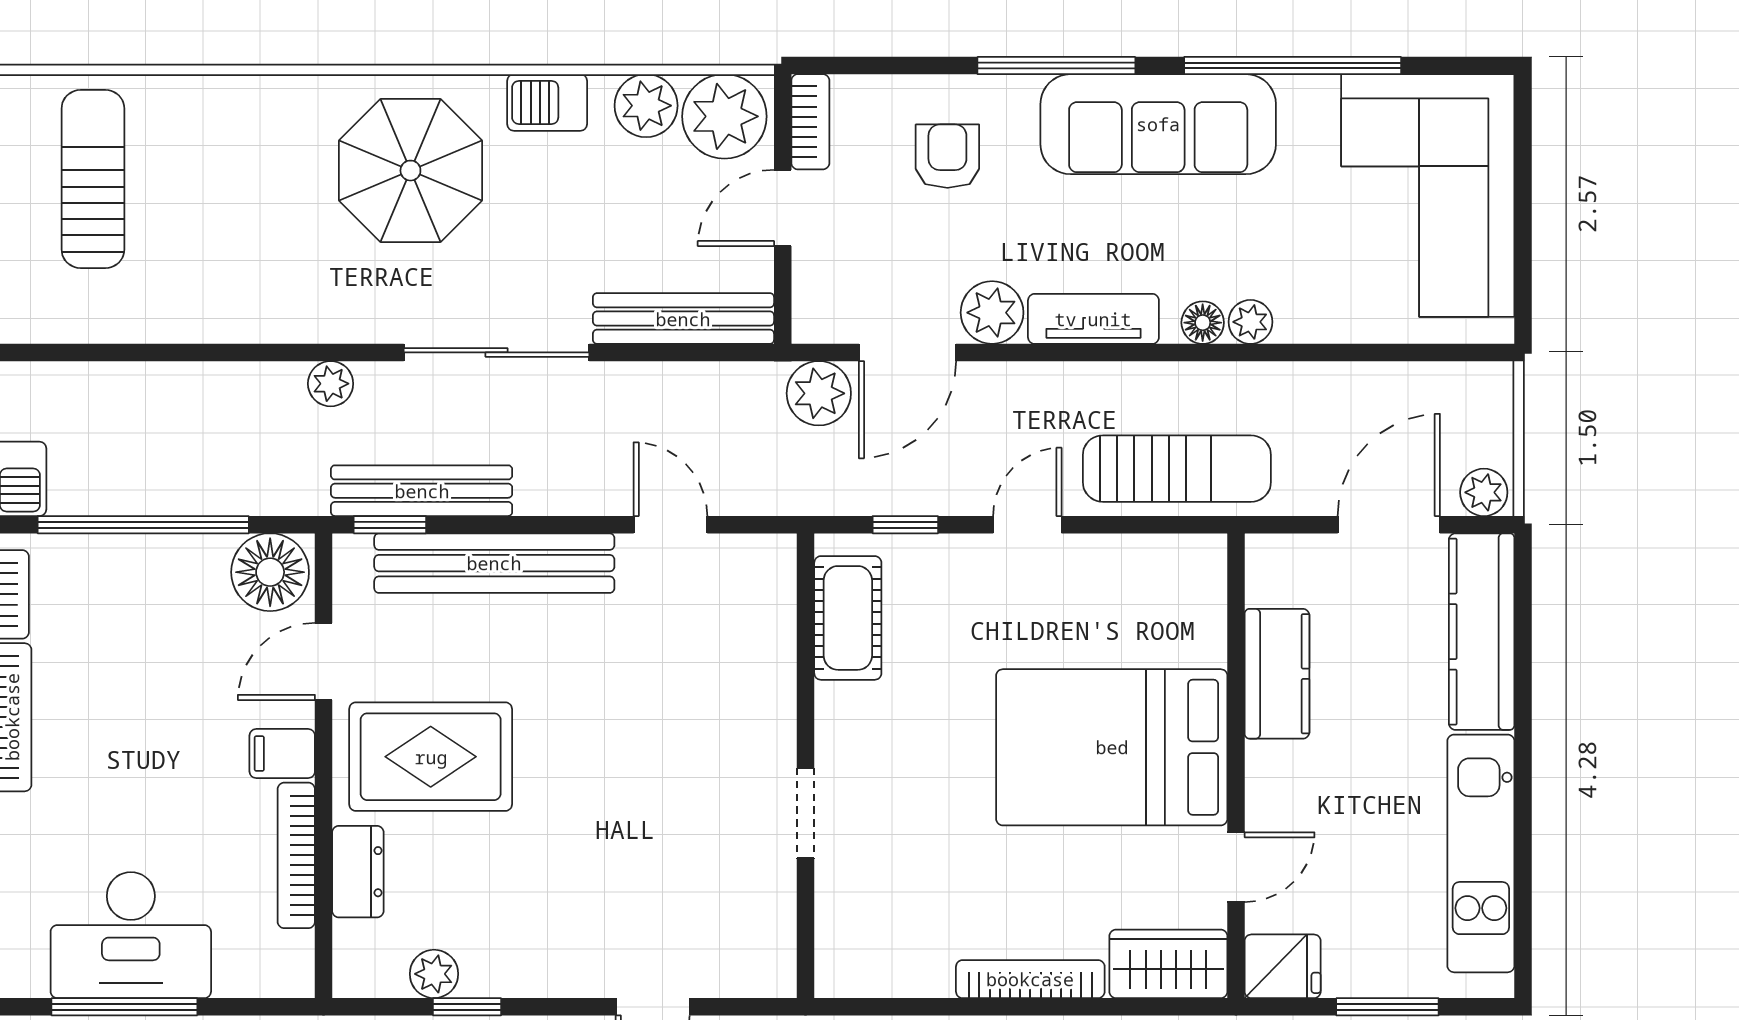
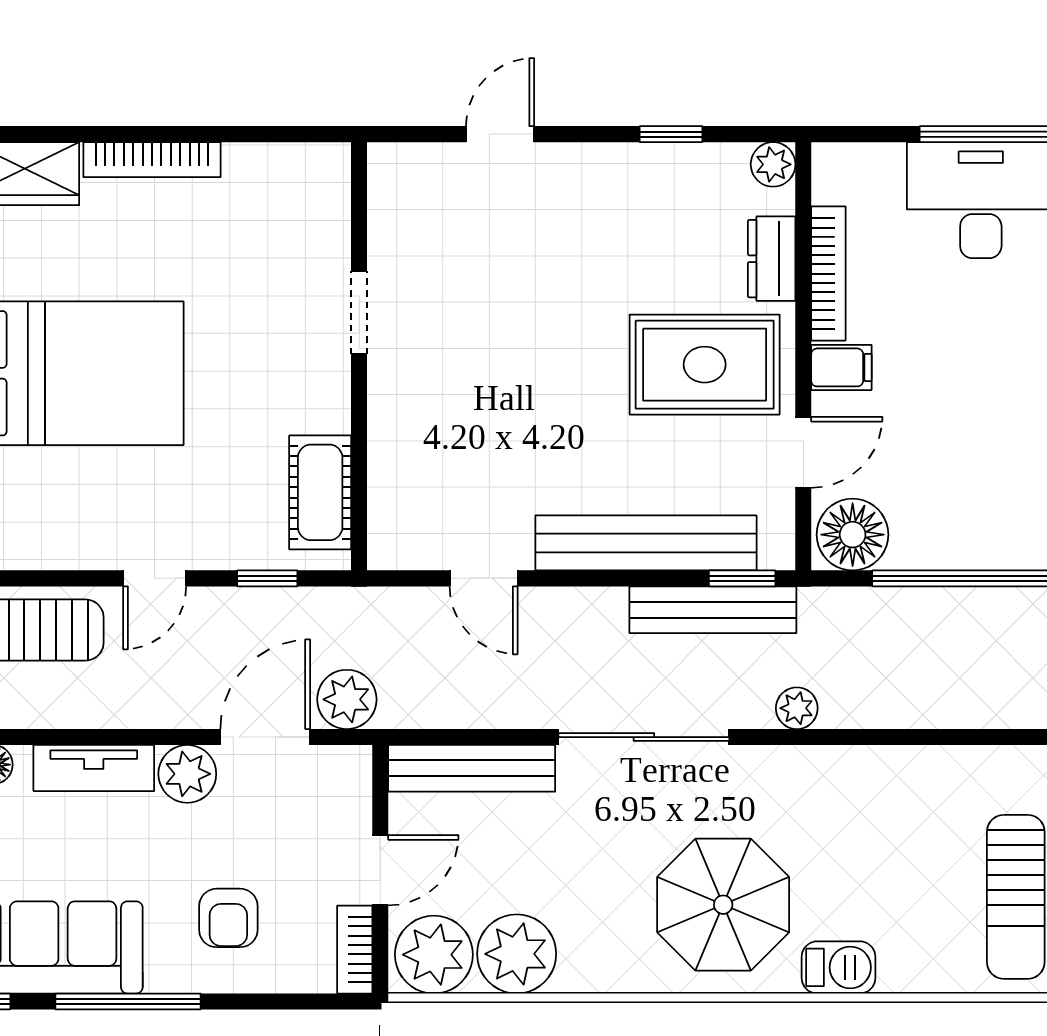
barbecue: (547, 102) -> (838, 967), moved
plant: (646, 106) -> (517, 954), width x1.36, depth x1.36
plant: (434, 974) -> (773, 164), moved

